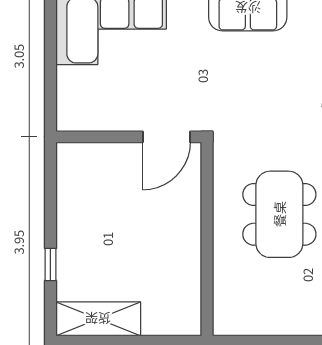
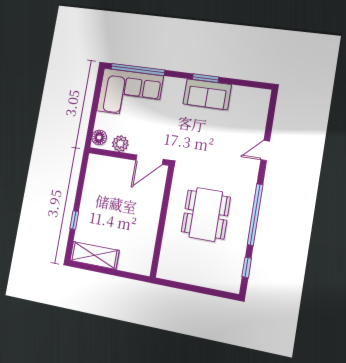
floor lamp: (69, 112) -> (99, 137), added
plant: (110, 117) -> (120, 144), added

